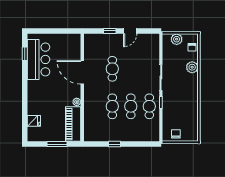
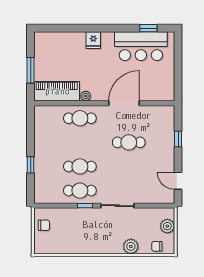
door: (130, 31) -> (178, 181), moved
cafe table: (112, 106) -> (80, 118), moved
fridge: (34, 121) -> (93, 40), moved
window: (114, 144) -> (31, 165), moved

